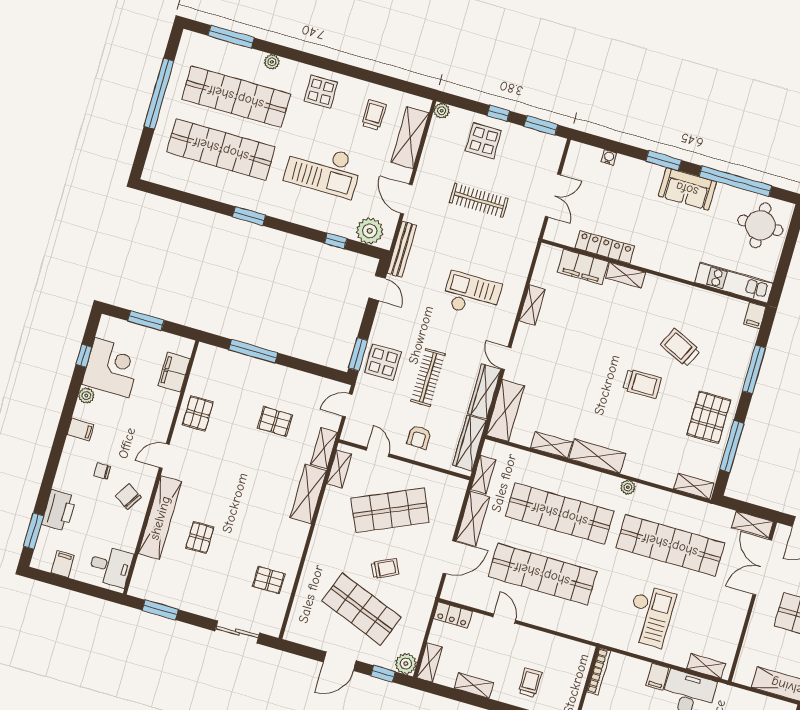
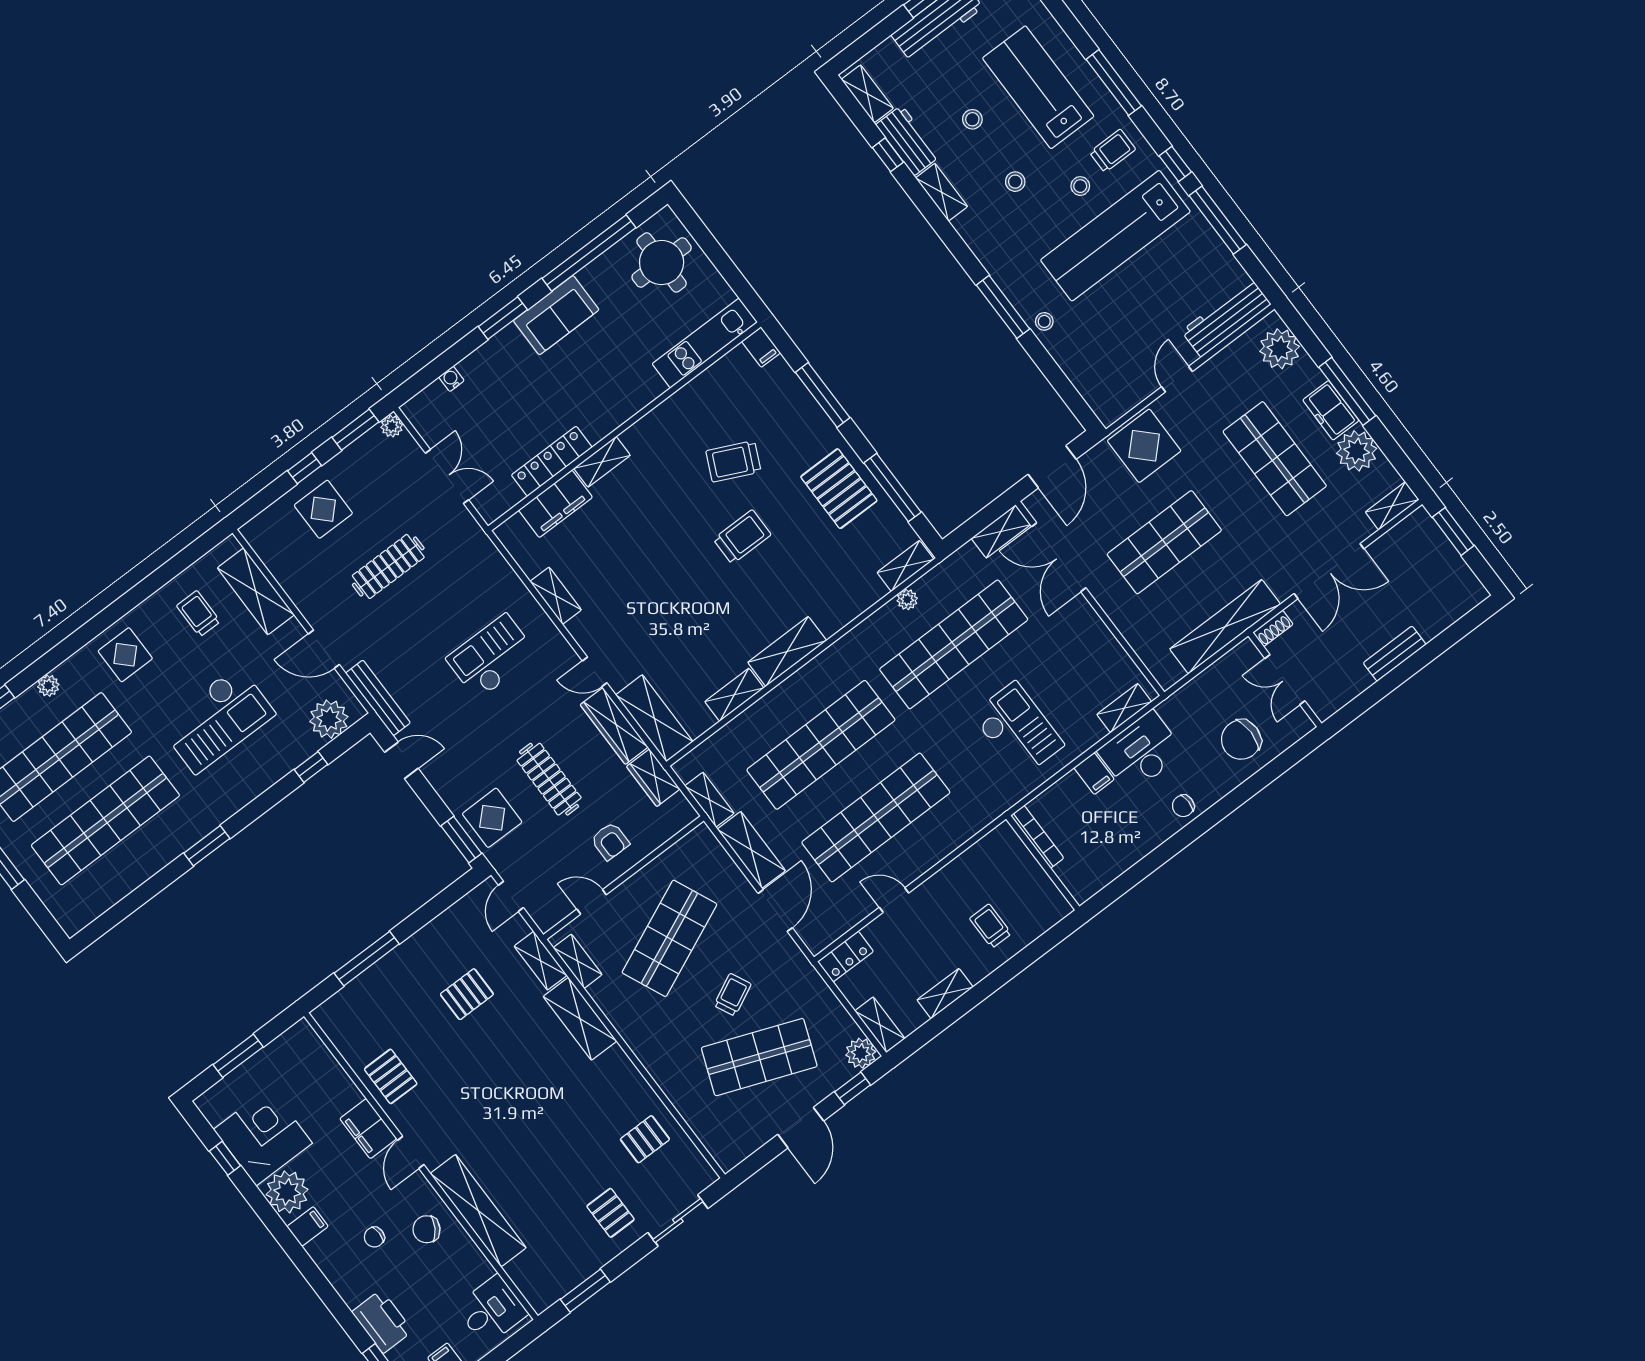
plant: (442, 111) -> (392, 426), moved
filing cabinet: (174, 372) -> (368, 1129), moved
plant: (86, 396) -> (287, 1192), width x1.88, depth x1.88
wardrobe: (470, 443) -> (653, 778), width x0.67
plant: (628, 487) -> (907, 600), moved
pallet: (200, 538) -> (611, 1213), moved

